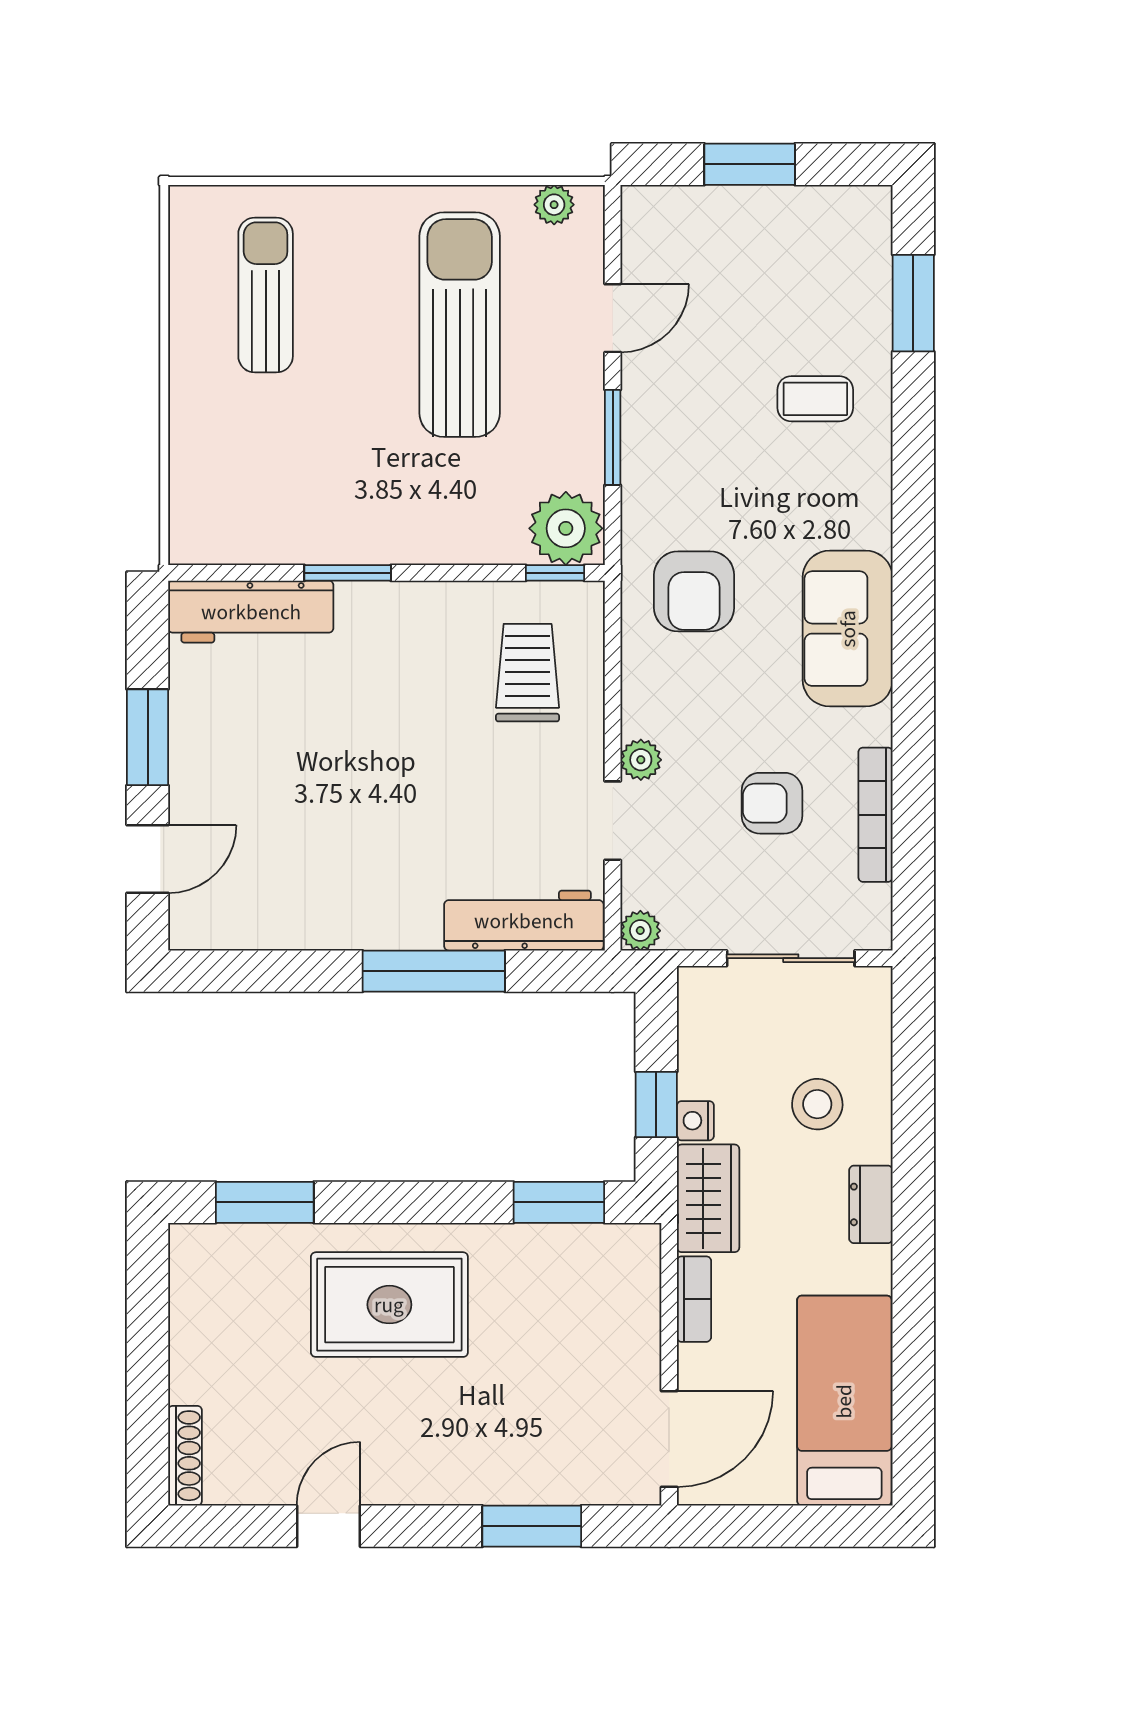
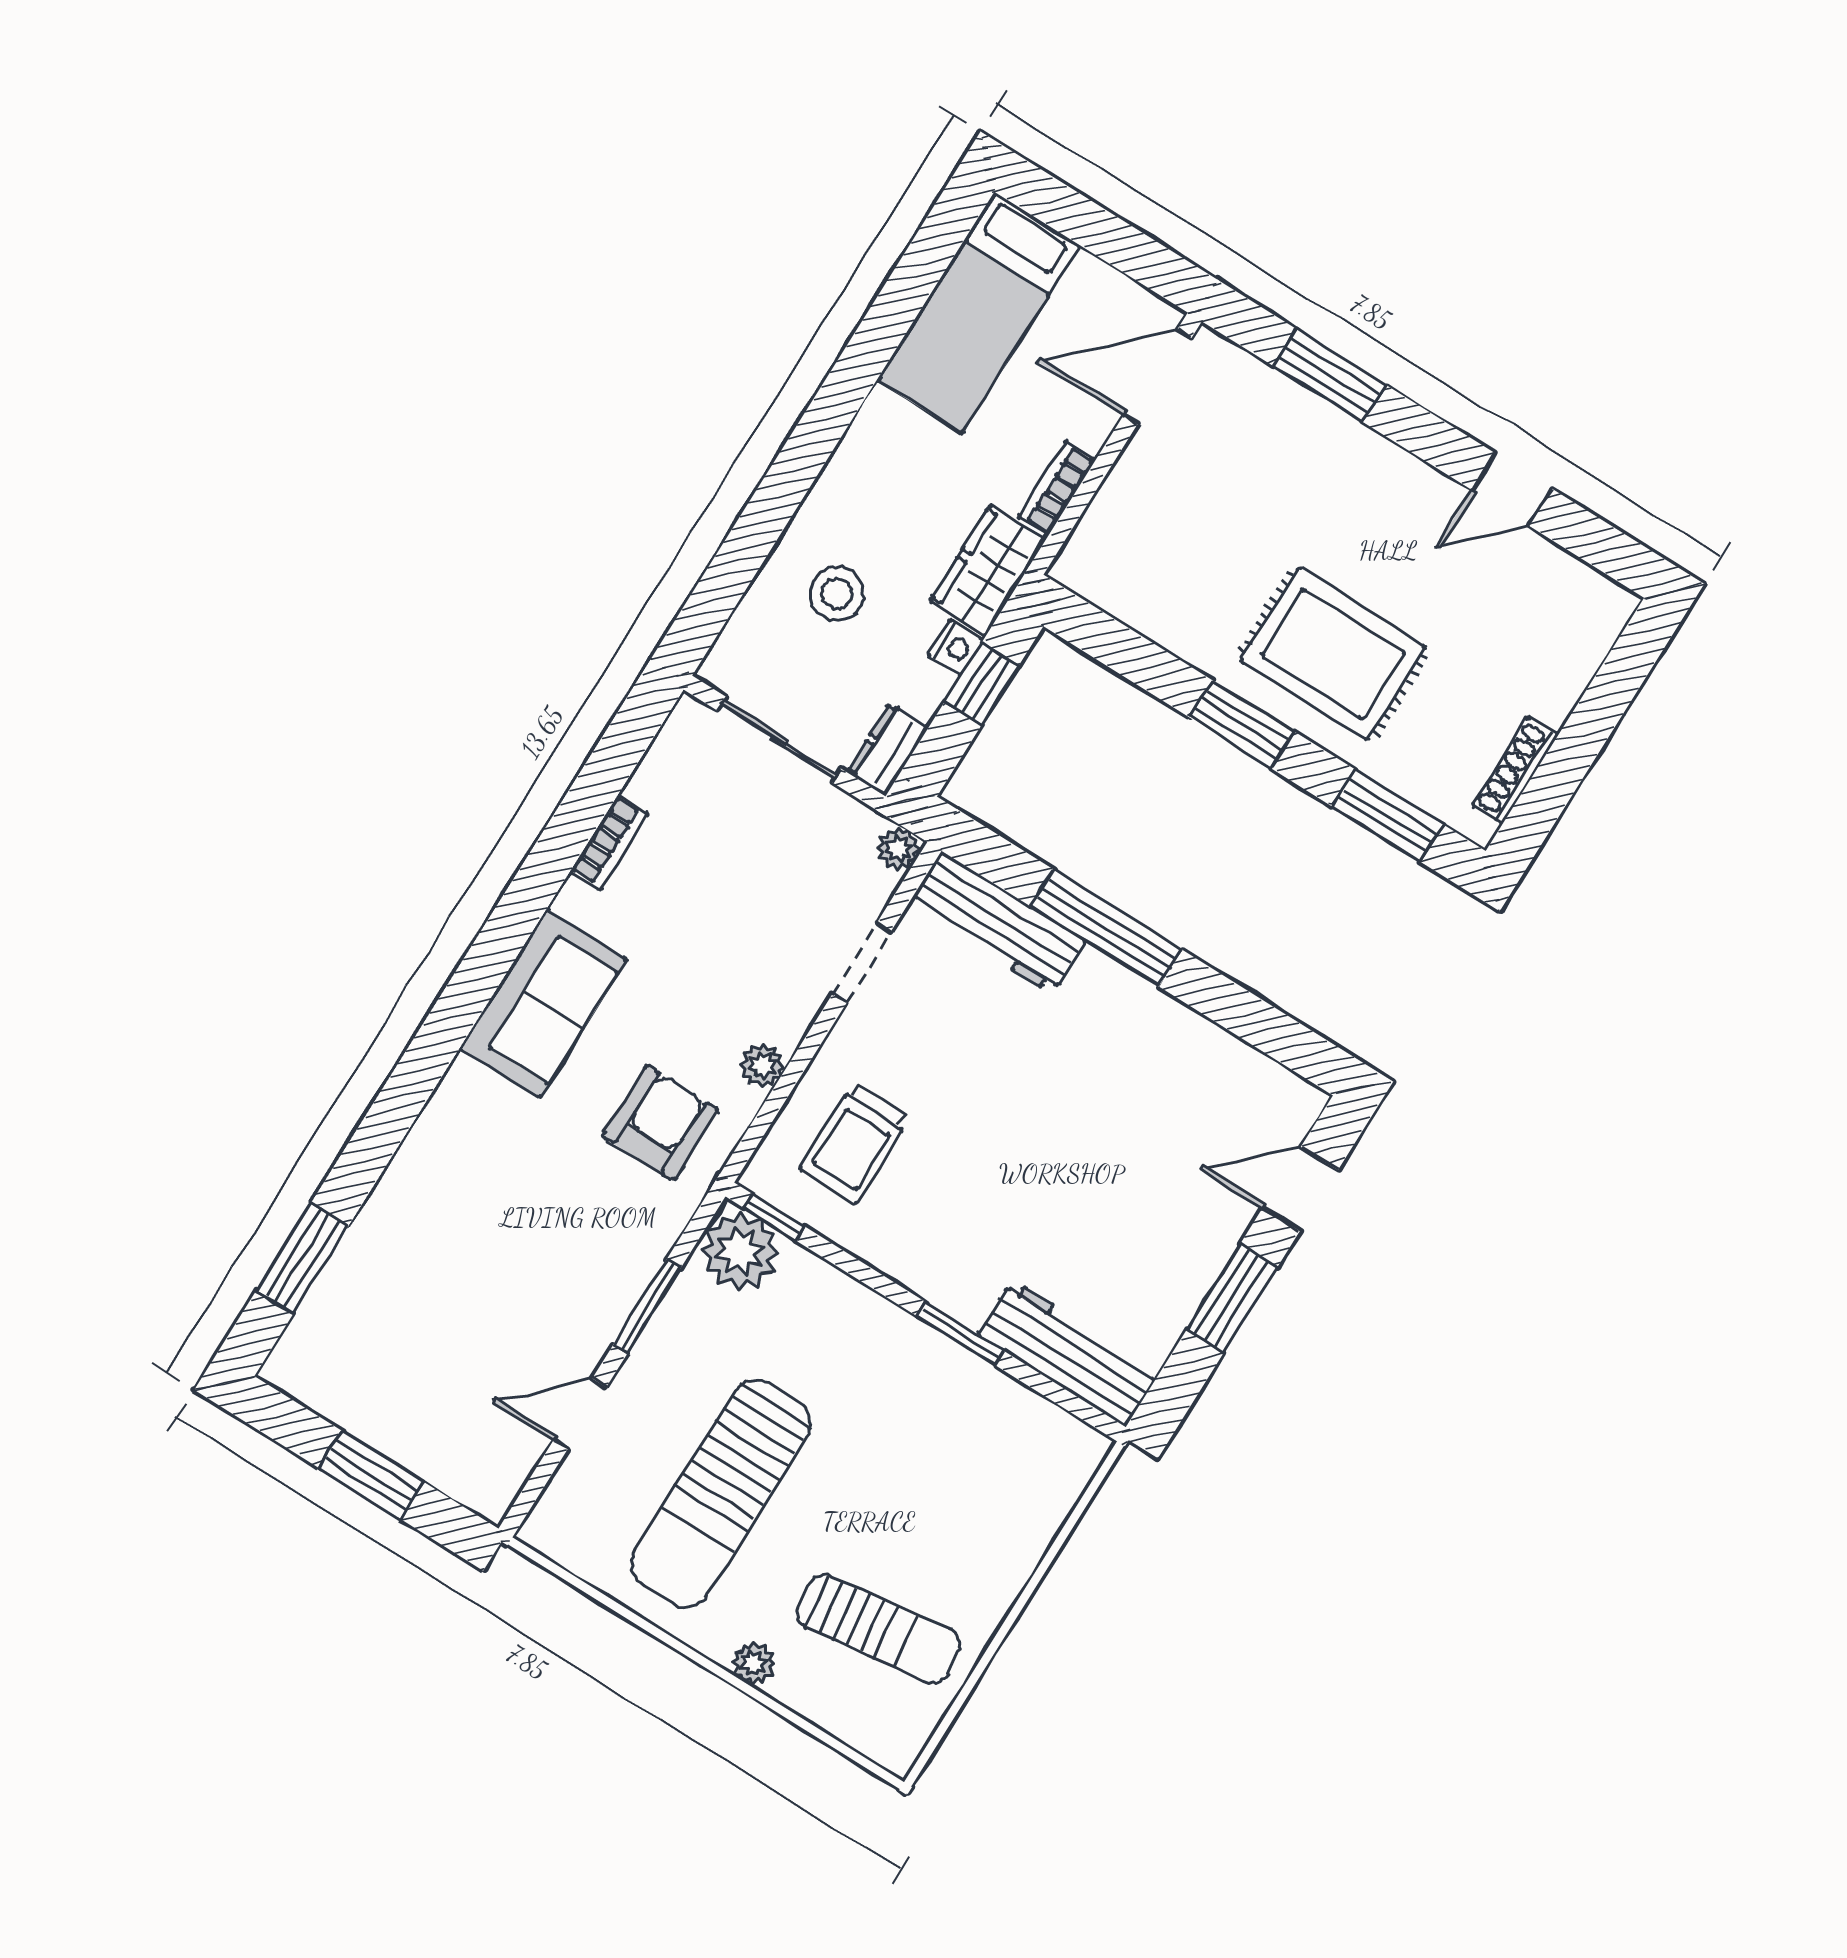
plant: (554, 205) -> (754, 1663), moved
sun lounger: (266, 295) -> (878, 1629), turned -98
coffee table: (815, 399) -> (444, 1228), removed
plant: (641, 760) -> (762, 1065), moved
armchair: (772, 803) -> (709, 889), removed
bookcase: (875, 815) -> (609, 842), width x0.64
window: (559, 1202) -> (1242, 724), moved
dresser: (871, 1204) -> (888, 750), moved, turned 180
shoe rack: (185, 1456) -> (1515, 770), moved

